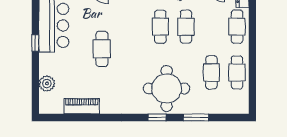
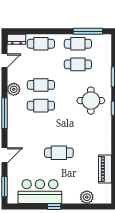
window: (252, 85) -> (88, 31), added
round table: (167, 89) -> (91, 101), width x0.73, depth x0.73

